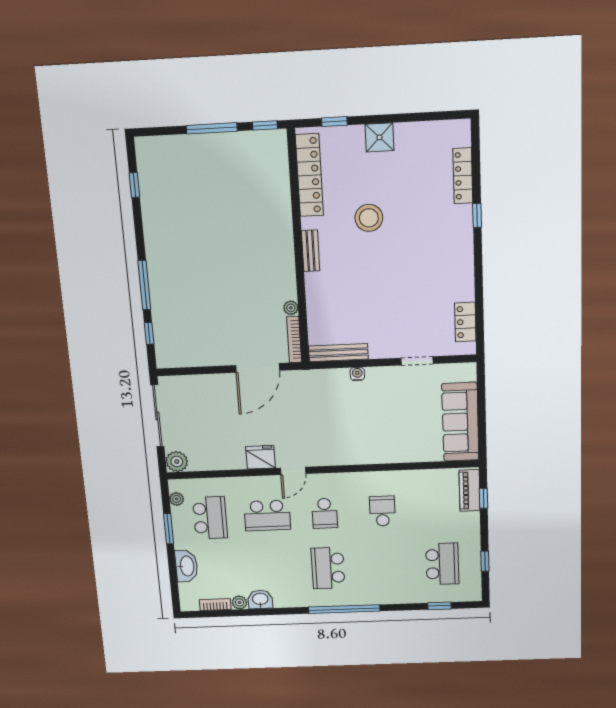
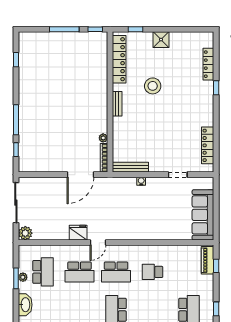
locker: (465, 322) -> (208, 145), width x1.53
plant: (177, 499) -> (23, 277), moved
school desk: (382, 511) -> (152, 272), turned -90
school desk: (325, 513) -> (116, 272), width x1.85

